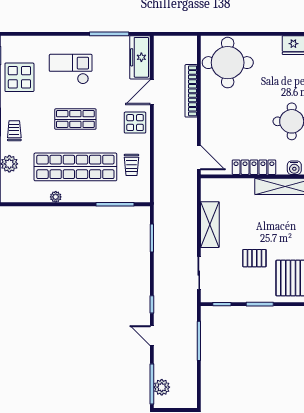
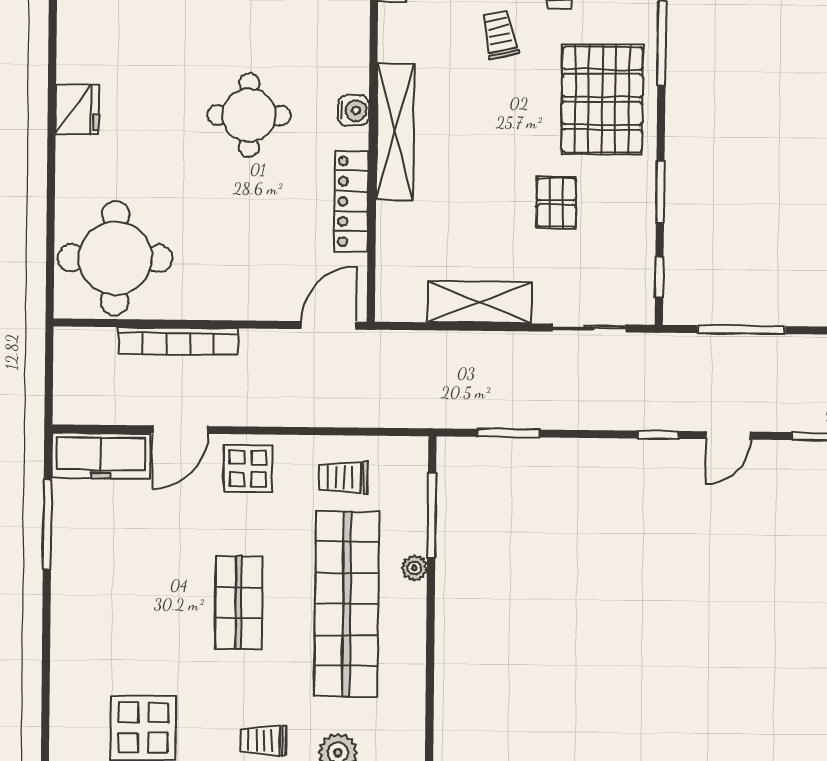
checkout: (71, 69) -> (126, 612), removed
door: (152, 92) -> (180, 430), hinge flipped
trolley: (131, 165) -> (343, 477), turned 180
plant: (56, 197) -> (414, 568), moved

